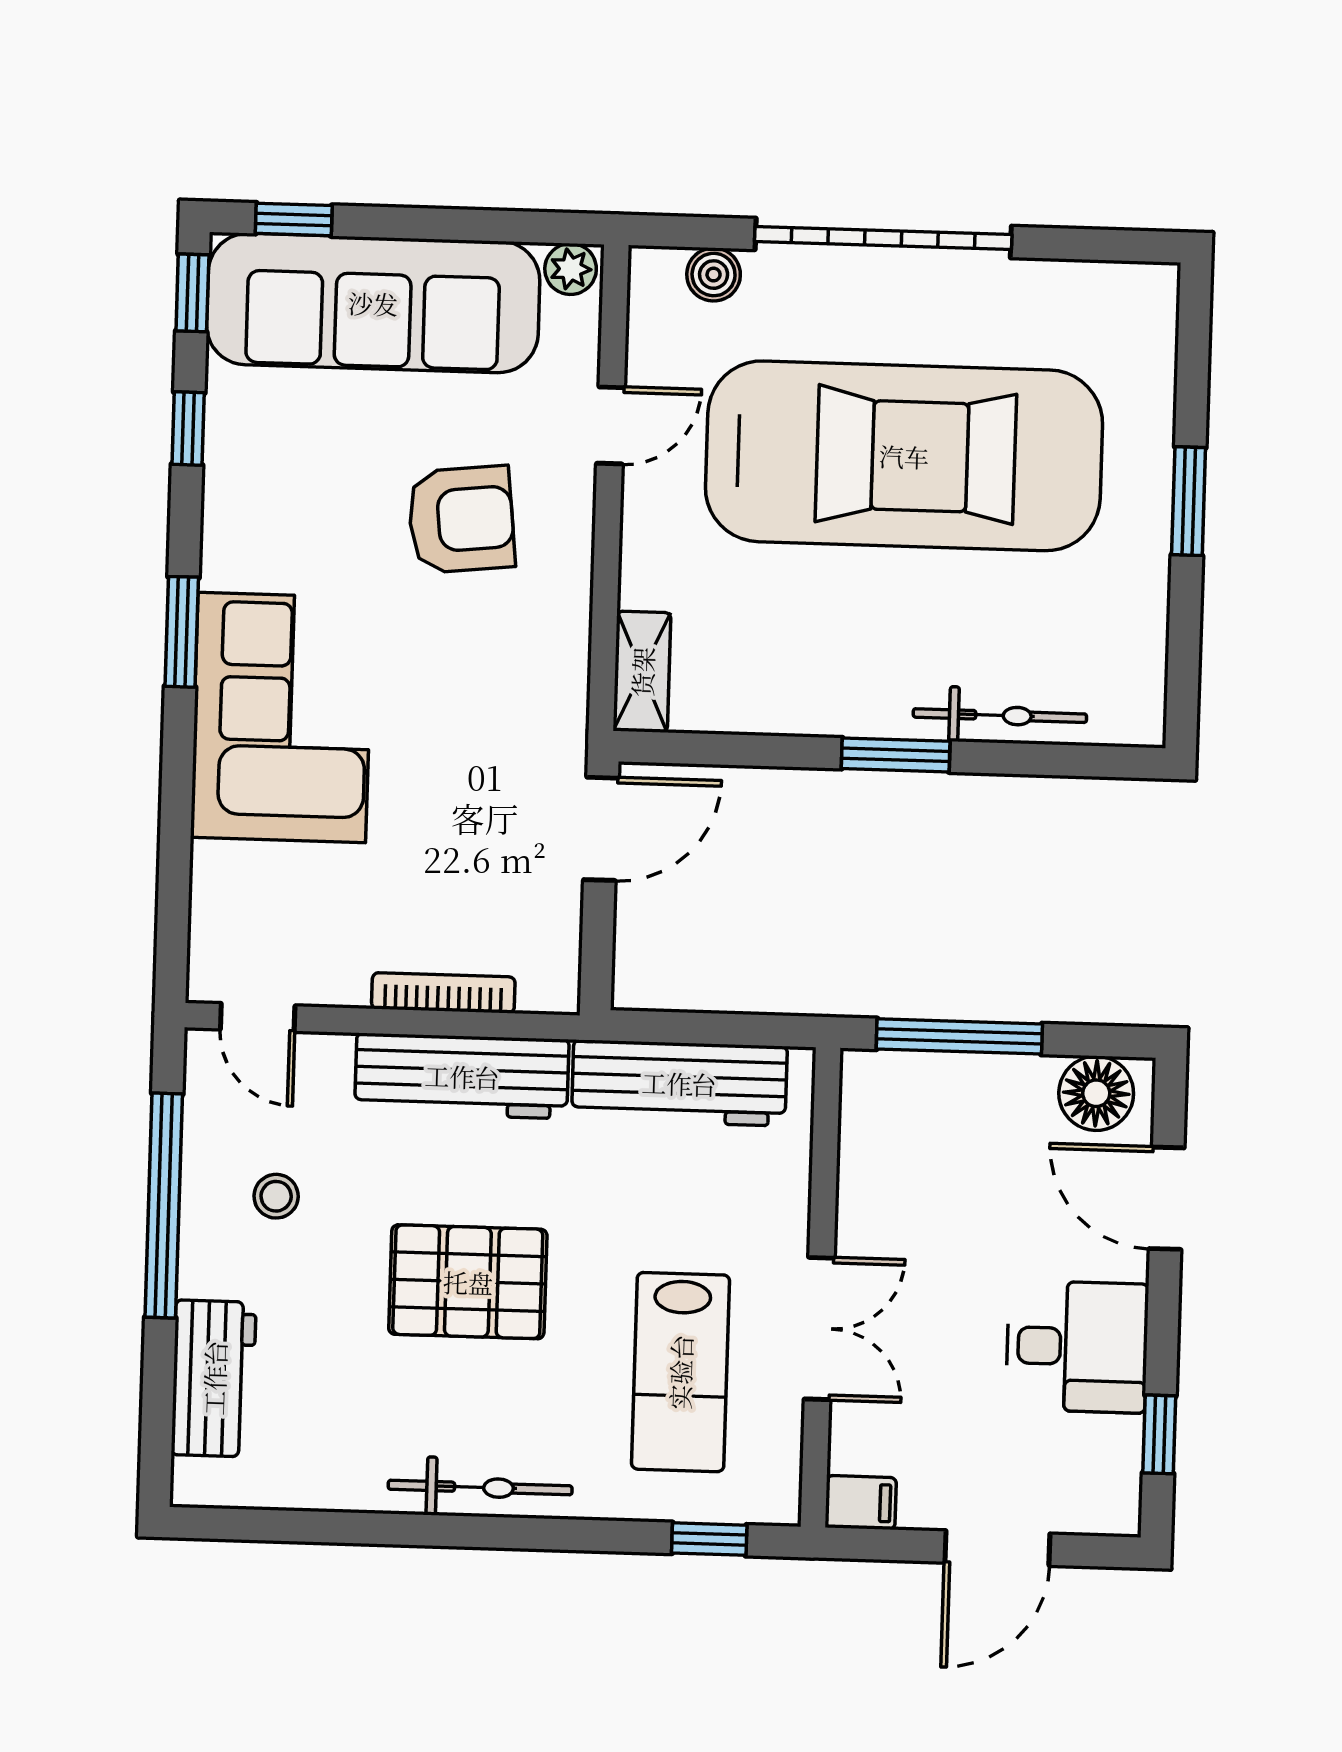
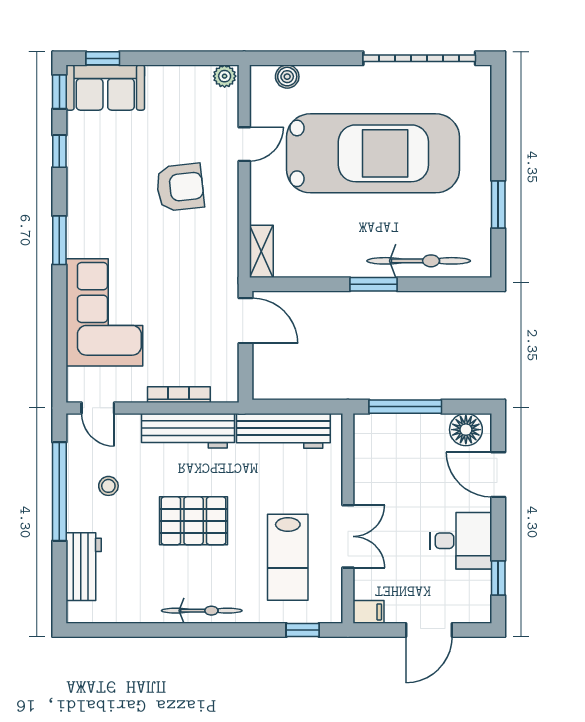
garage door: (883, 238) -> (419, 58), moved
sofa: (373, 303) -> (105, 88), width x0.54, depth x0.79
window: (1189, 501) -> (498, 204), moved
bicycle: (1000, 716) -> (419, 261), width x1.37, depth x1.40
corner sofa: (282, 718) -> (104, 312), moved
door: (601, 829) -> (246, 321), hinge flipped

